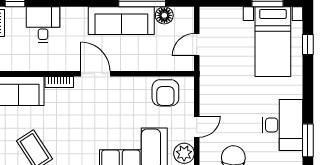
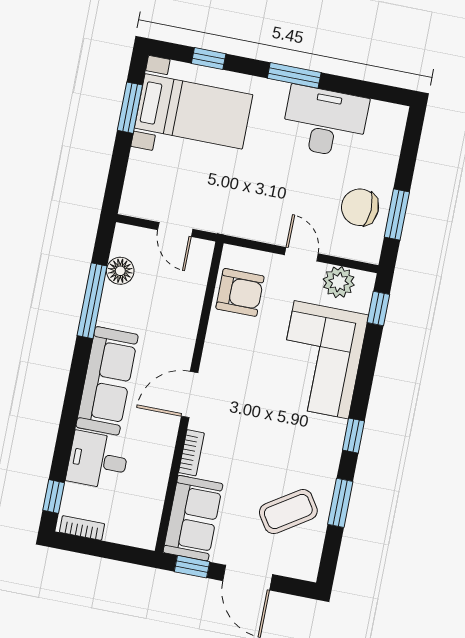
sofa: (121, 21) -> (107, 381), moved
window: (308, 140) -> (294, 75), moved

